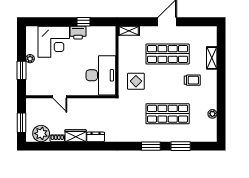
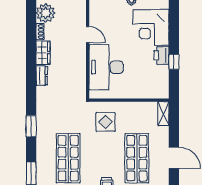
desk: (101, 75) -> (106, 67), moved, turned 90
door: (60, 97) -> (88, 35), swing flipped
window: (151, 146) -> (31, 126), moved

